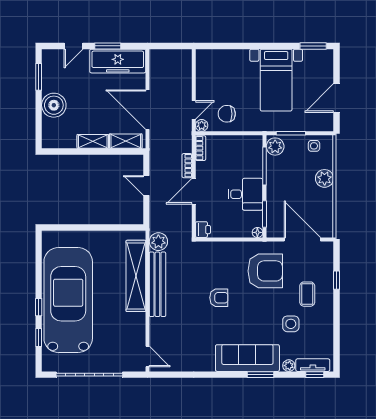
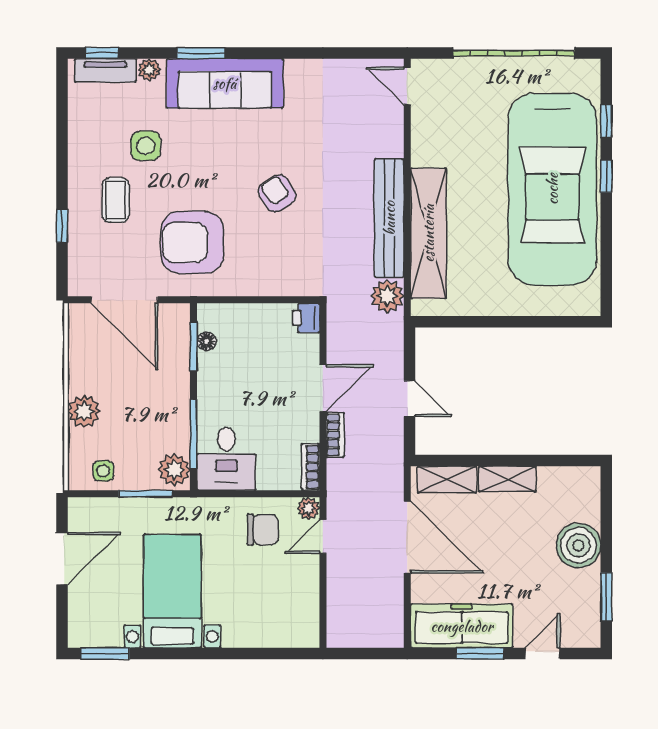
desk: (245, 194) -> (226, 459), moved, turned -90
floor lamp: (257, 232) -> (206, 341), moved
armchair: (219, 298) -> (277, 194), turned 57

